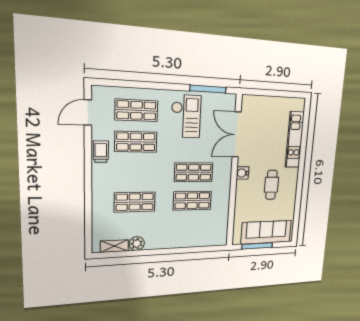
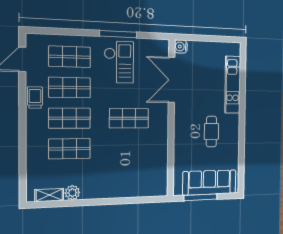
window: (208, 89) -> (118, 34), moved
water cooler: (243, 173) -> (181, 47), moved
shop shelf: (192, 201) -> (70, 118), moved

